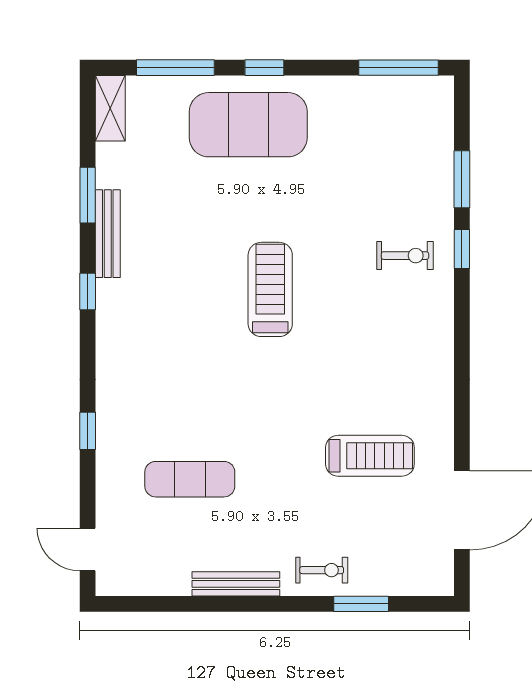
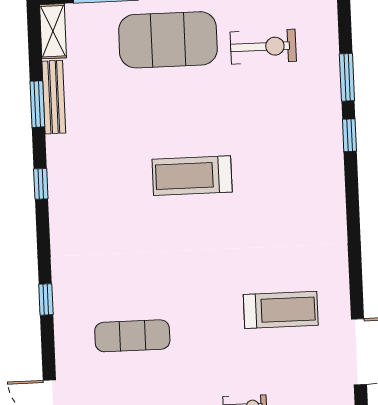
bench: (108, 234) -> (54, 97), moved
exercise bike: (405, 256) -> (263, 47), moved, width x1.38, depth x1.39
treadmill: (270, 289) -> (192, 176), turned -90

